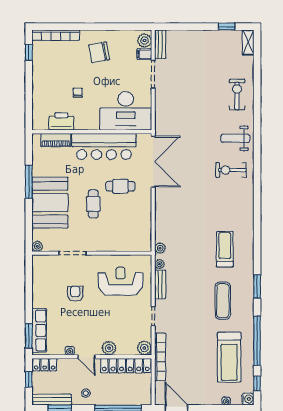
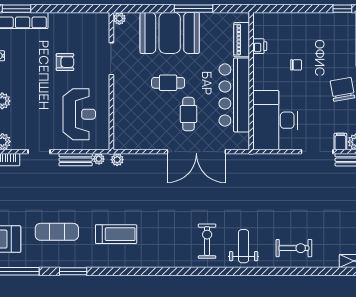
printer: (61, 121) -> (260, 46), width x0.53, depth x0.68
double door: (153, 162) -> (196, 152), moved

